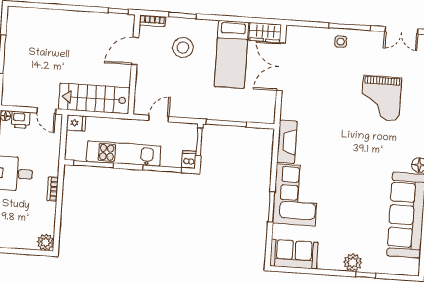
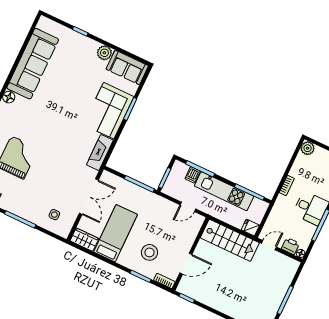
side table: (341, 42) -> (54, 215), moved
double door: (281, 67) -> (89, 197), moved
door: (46, 111) -> (269, 245), hinge flipped
dishwasher: (189, 160) -> (193, 175), moved
plant: (353, 263) -> (104, 53), moved

